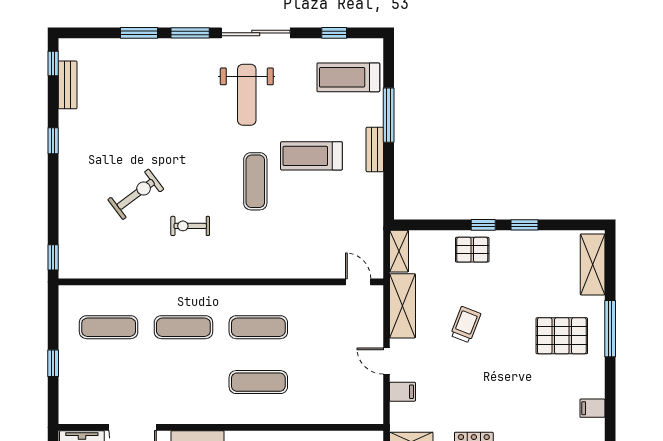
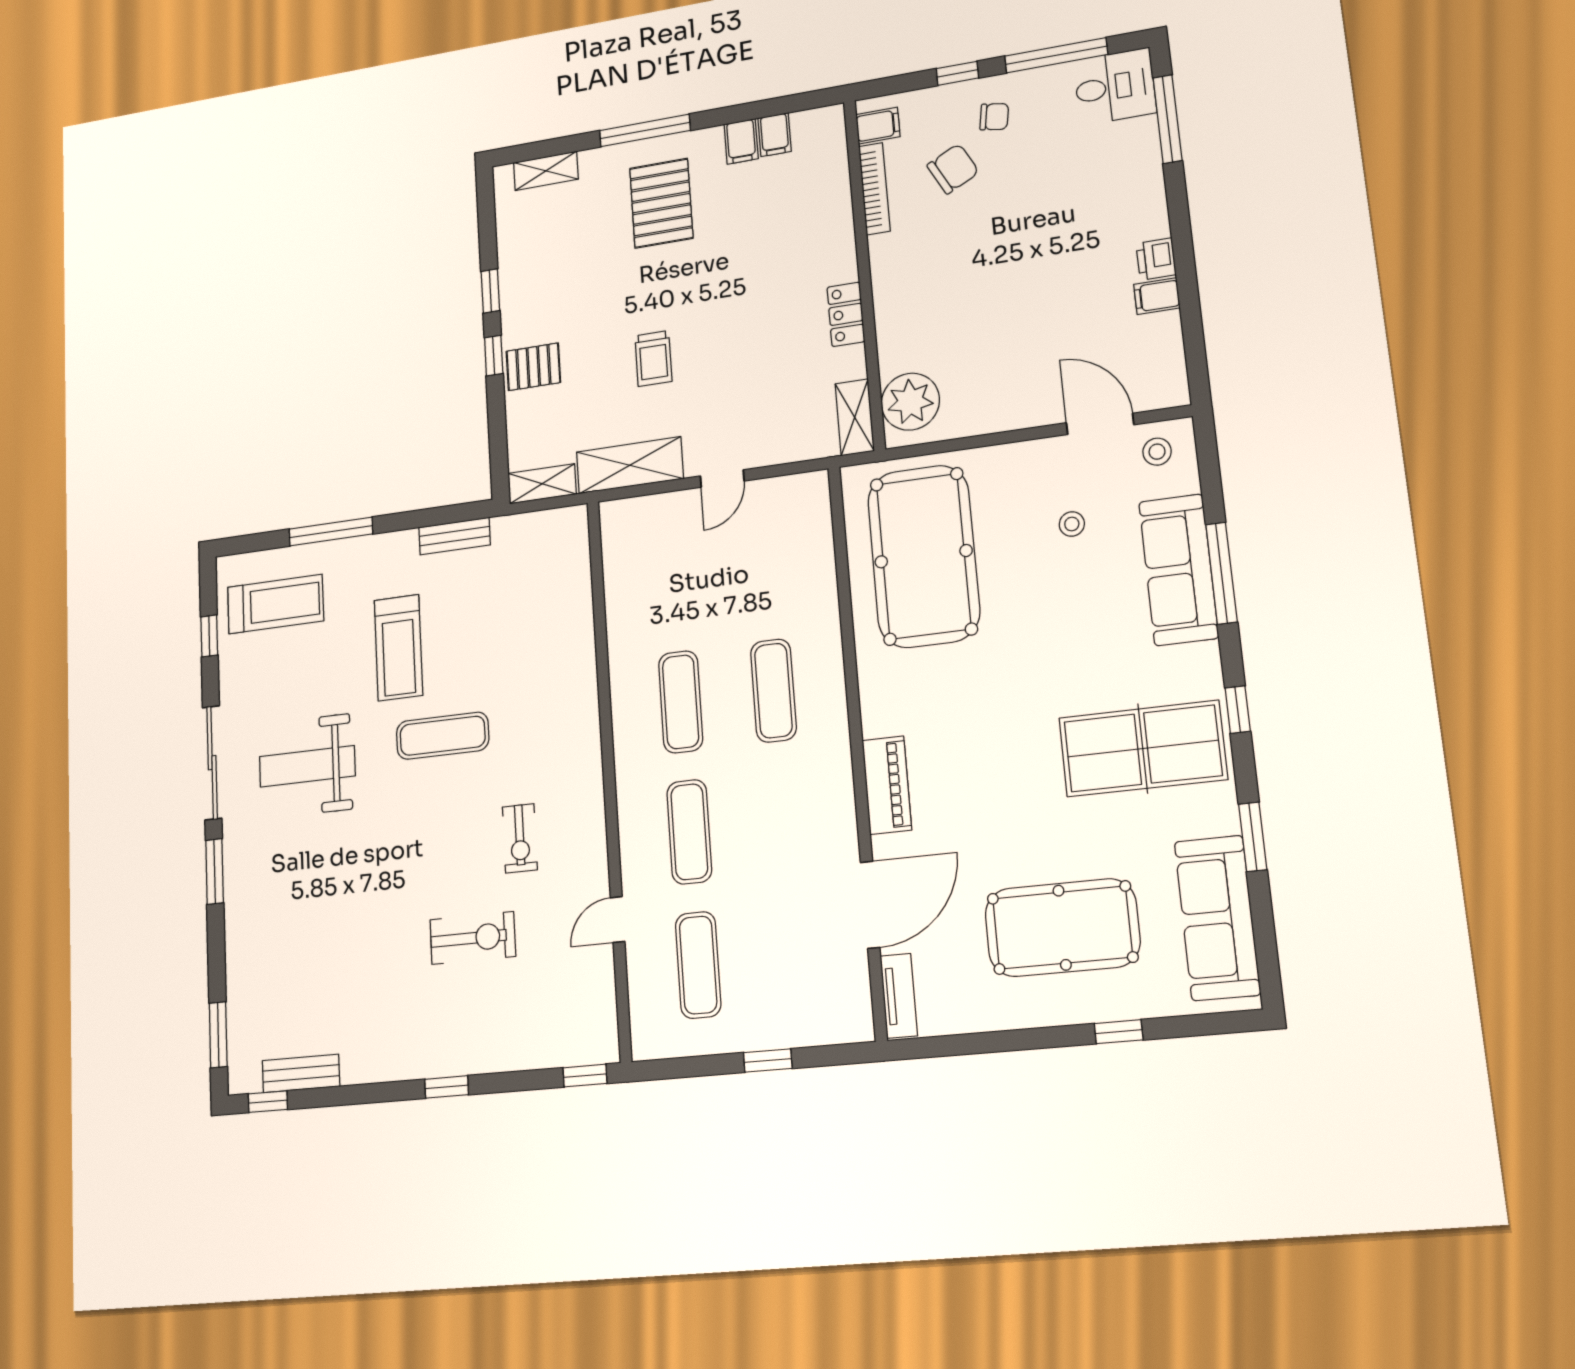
window: (139, 33) -> (218, 1035), moved
treadmill: (348, 77) -> (275, 604), turned -90
weight bench: (247, 95) -> (307, 766), turned 180
window: (53, 141) -> (447, 1087), moved
bench: (375, 149) -> (454, 536), moved
exercise bike: (136, 194) -> (473, 938), turned 127
pallet: (472, 250) -> (533, 367), turned 90
shelving: (593, 264) -> (546, 171), width x0.67, depth x0.75
door: (358, 282) -> (618, 920), moved
trolley: (466, 325) -> (653, 359), turned -111
filing cabinet: (402, 392) -> (741, 141), moved, turned 180

